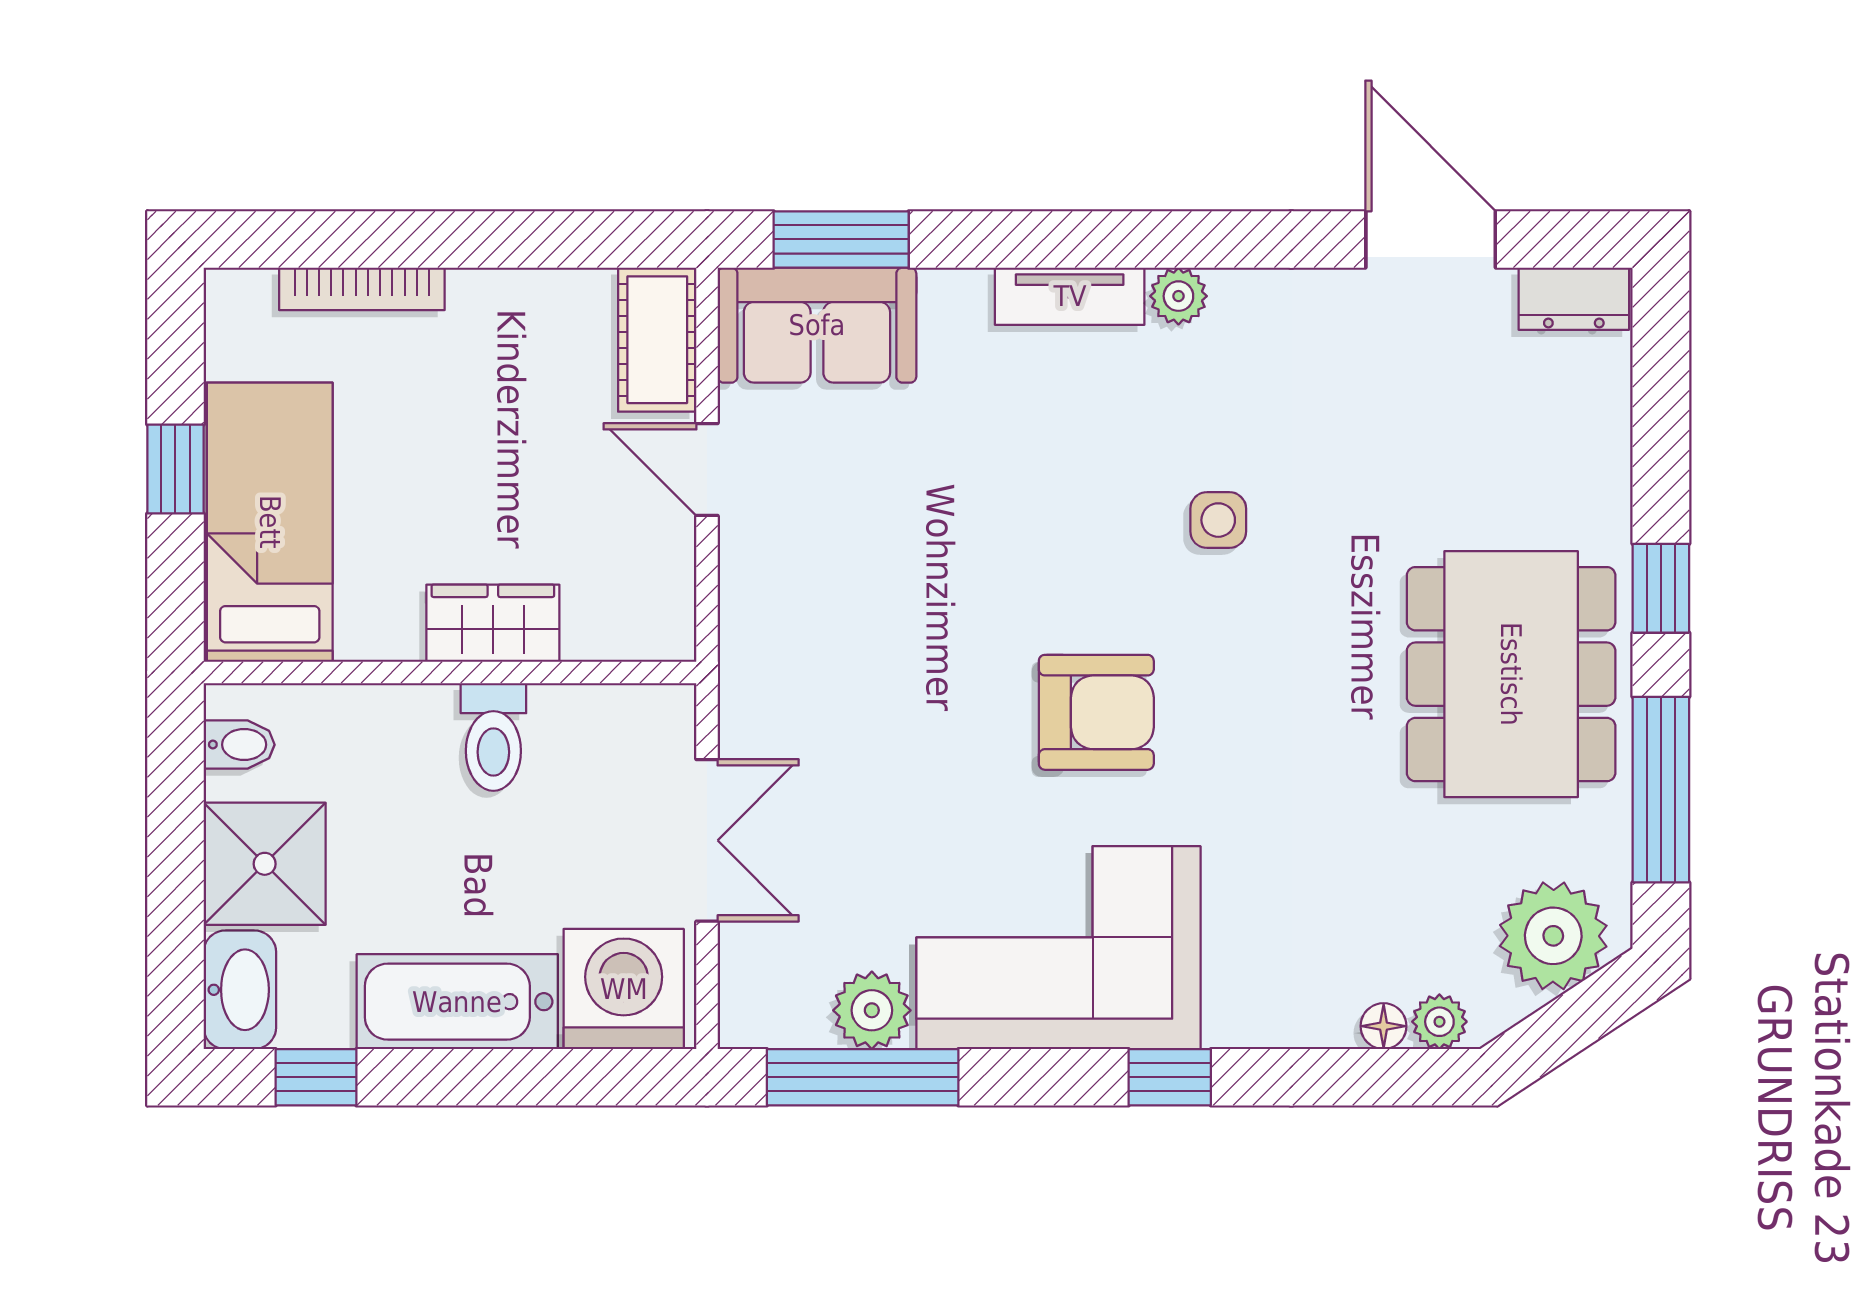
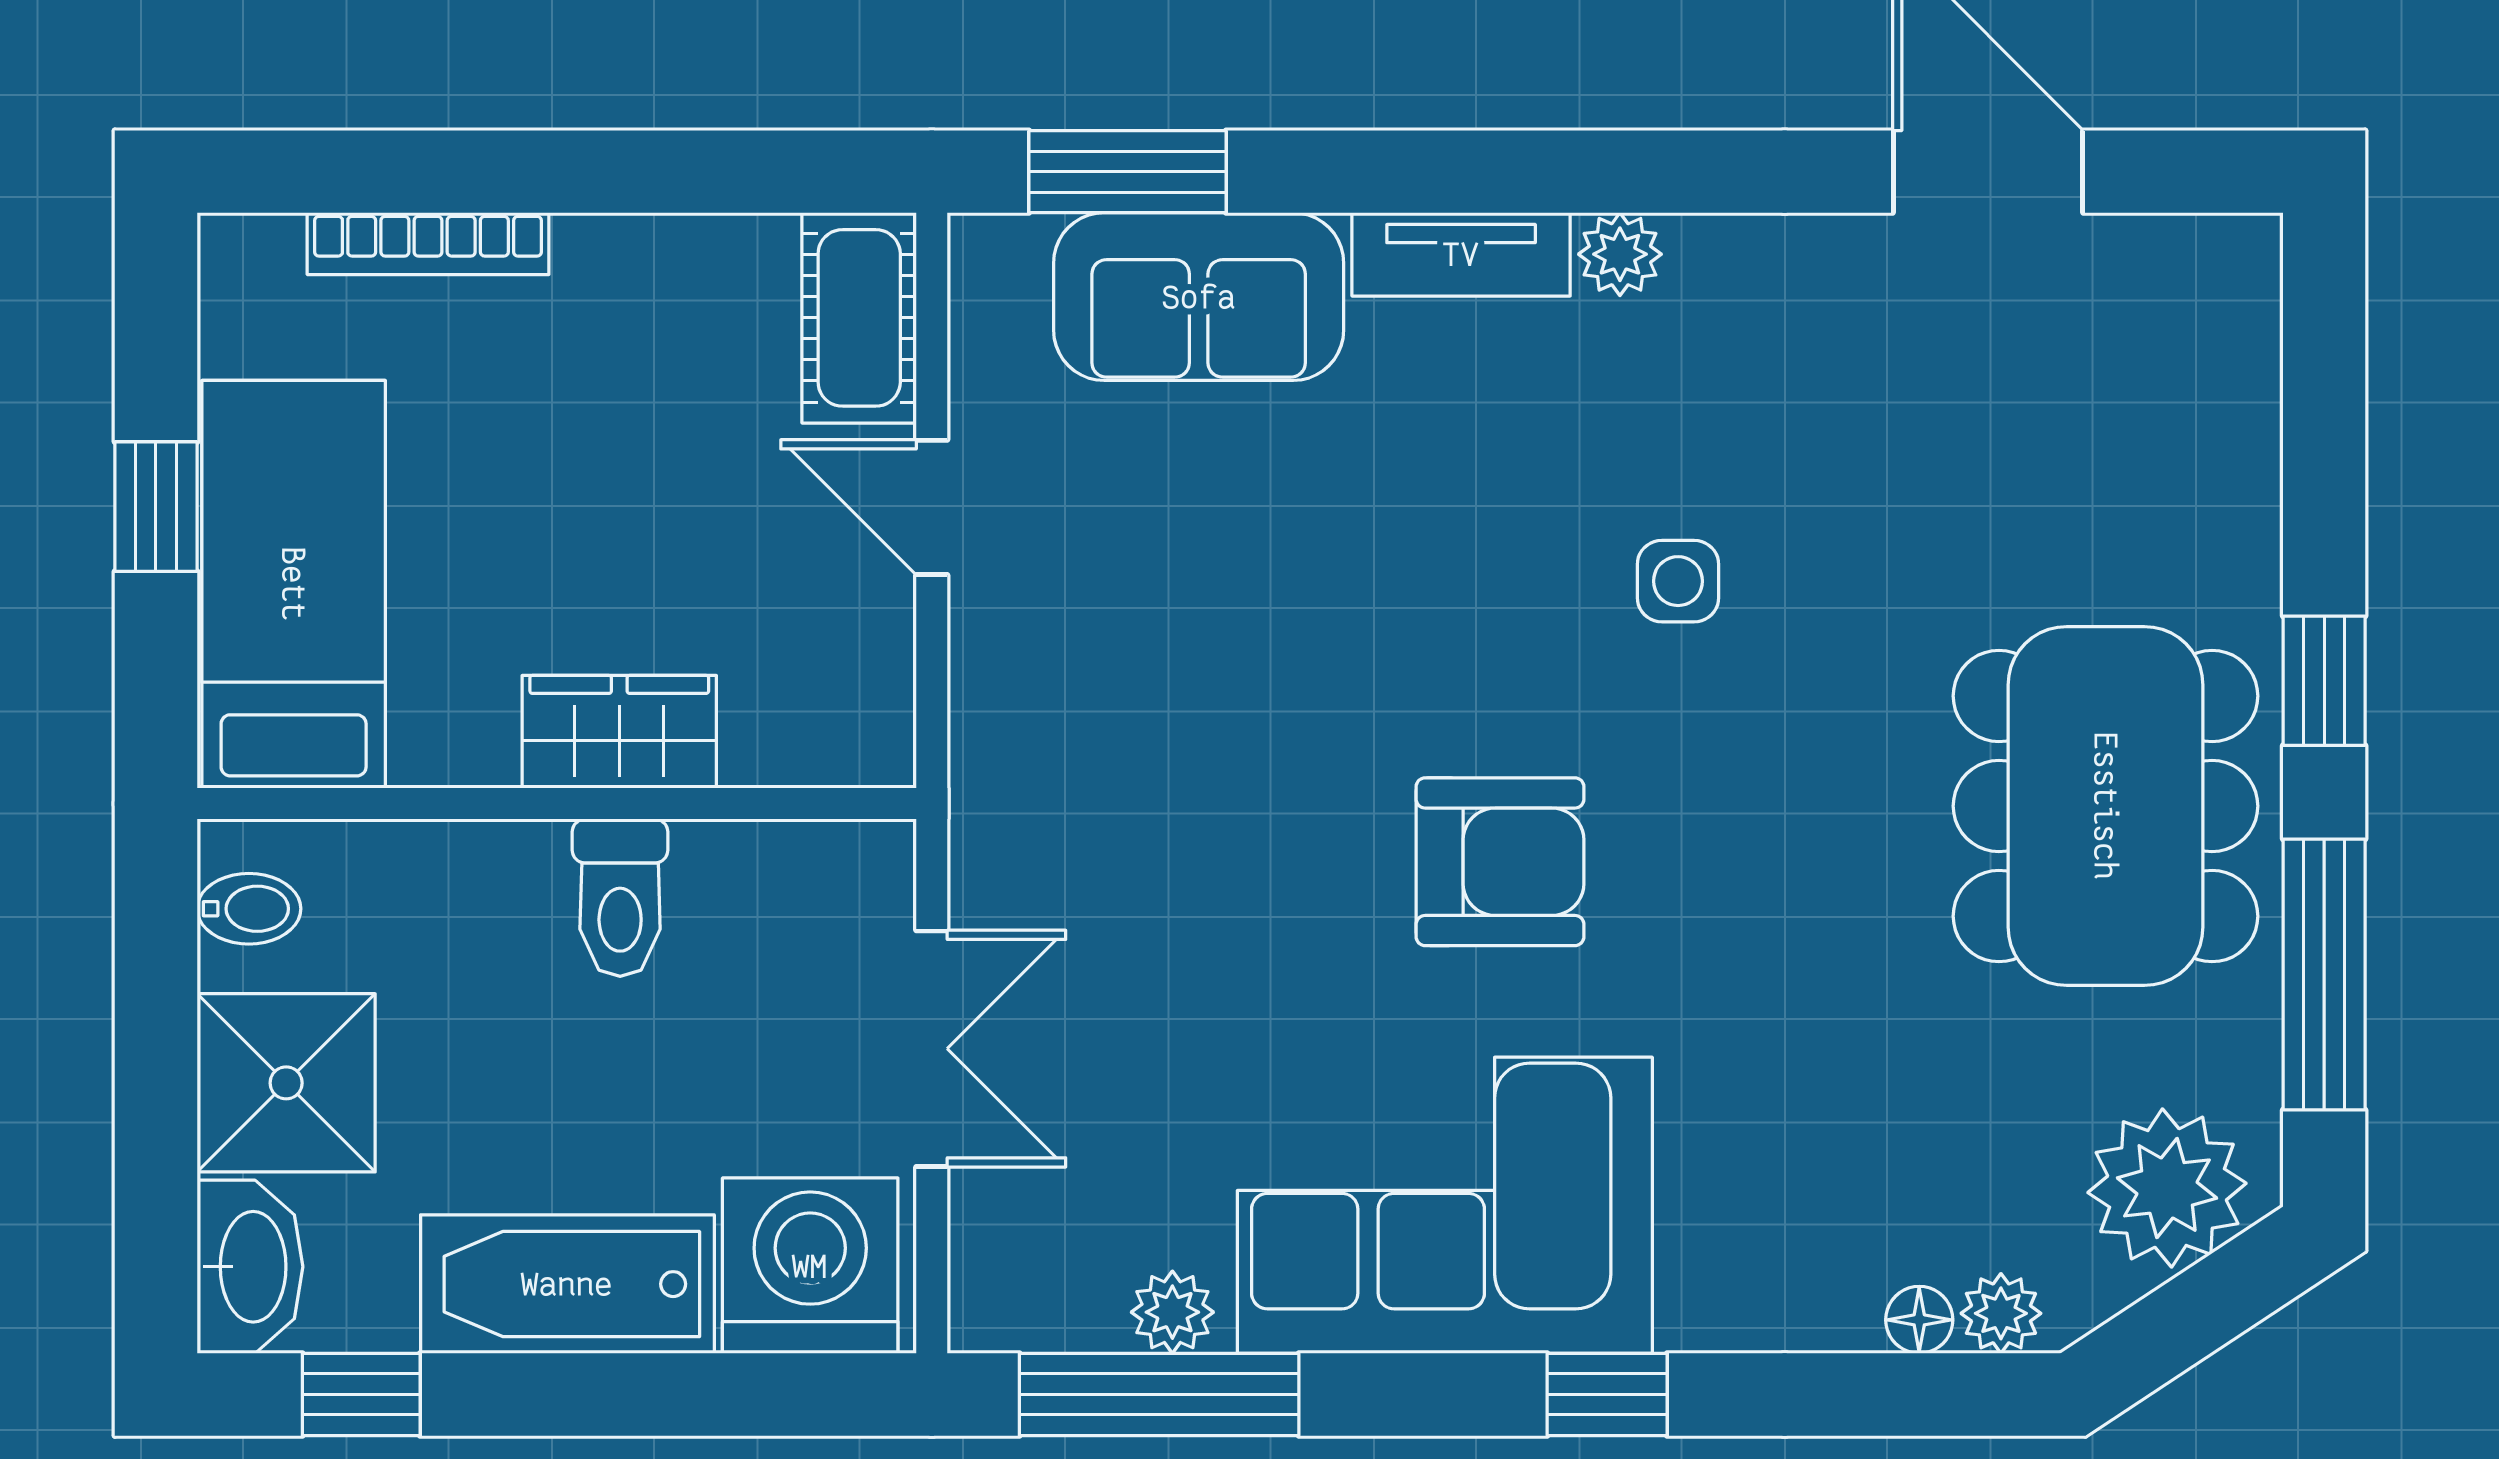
dresser: (1574, 299) -> (2197, 258), removed
sofa: (817, 325) -> (1199, 297), moved
plant: (872, 1010) -> (1172, 1312), width x0.73, depth x0.73

